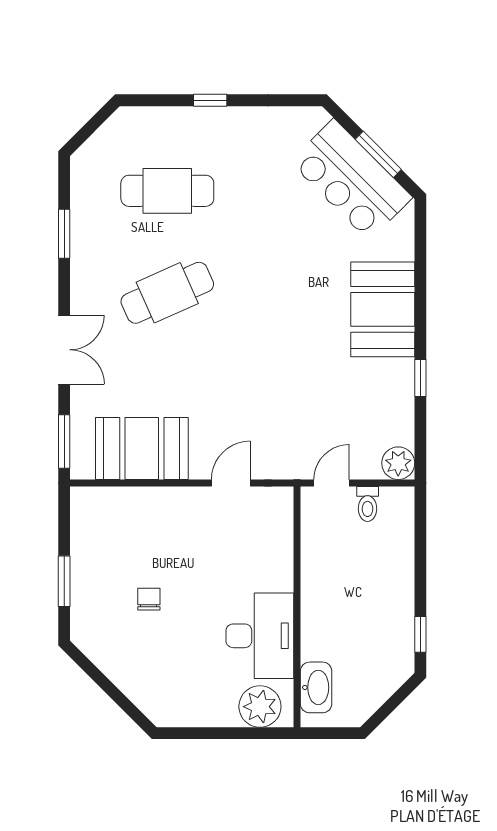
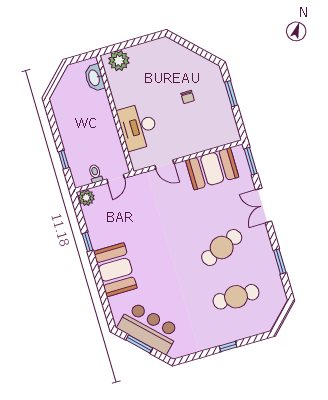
door: (231, 483) -> (164, 165), hinge flipped
window: (420, 634) -> (64, 160), moved
desk: (260, 636) -> (138, 127), moved

